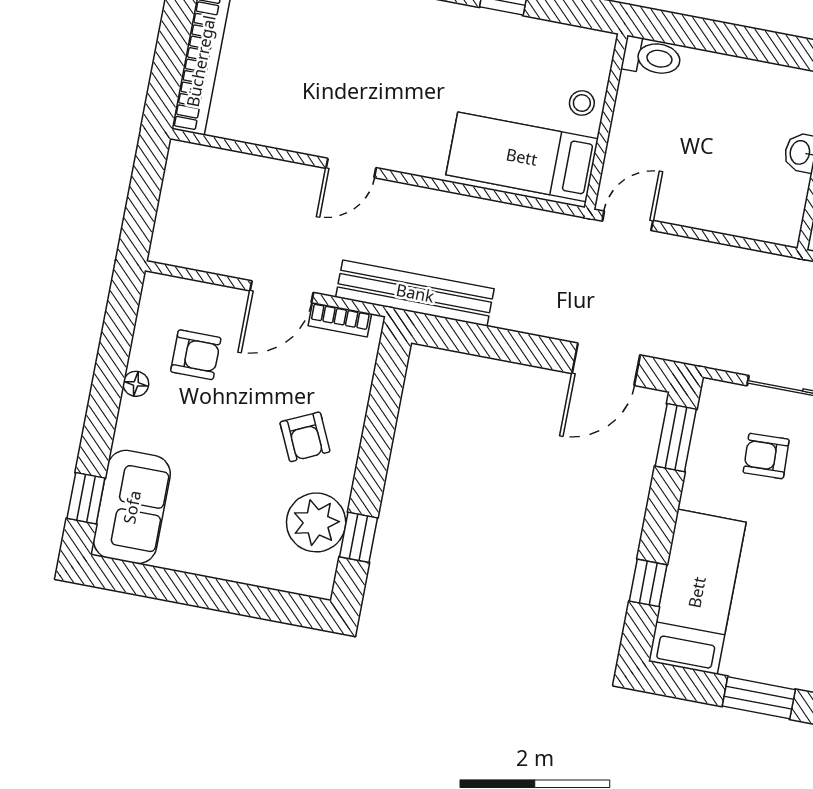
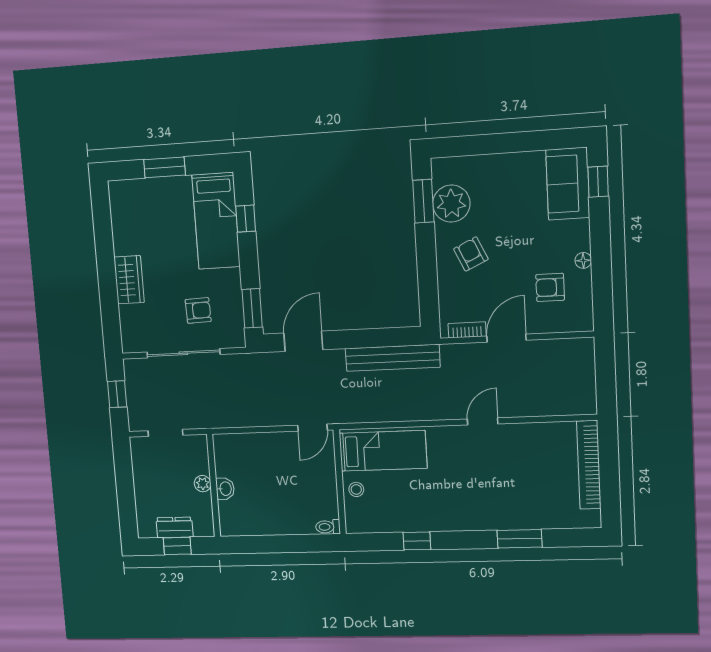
toilet: (652, 57) -> (328, 527), width x0.73, depth x0.72
bench: (415, 293) -> (393, 358), moved
window: (359, 537) -> (423, 201), width x1.50

